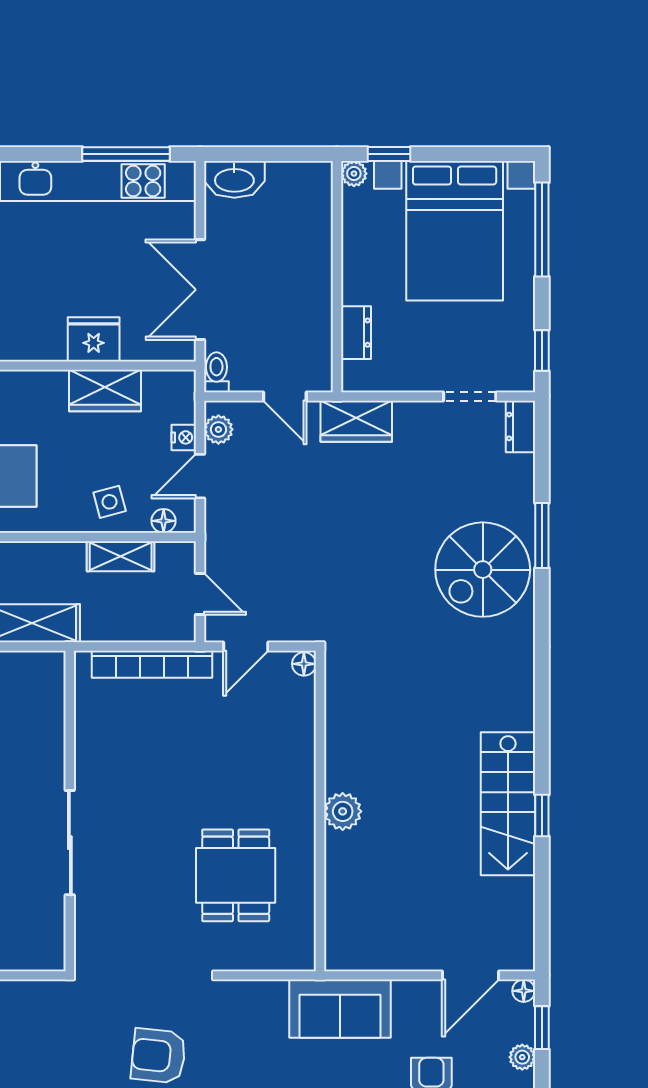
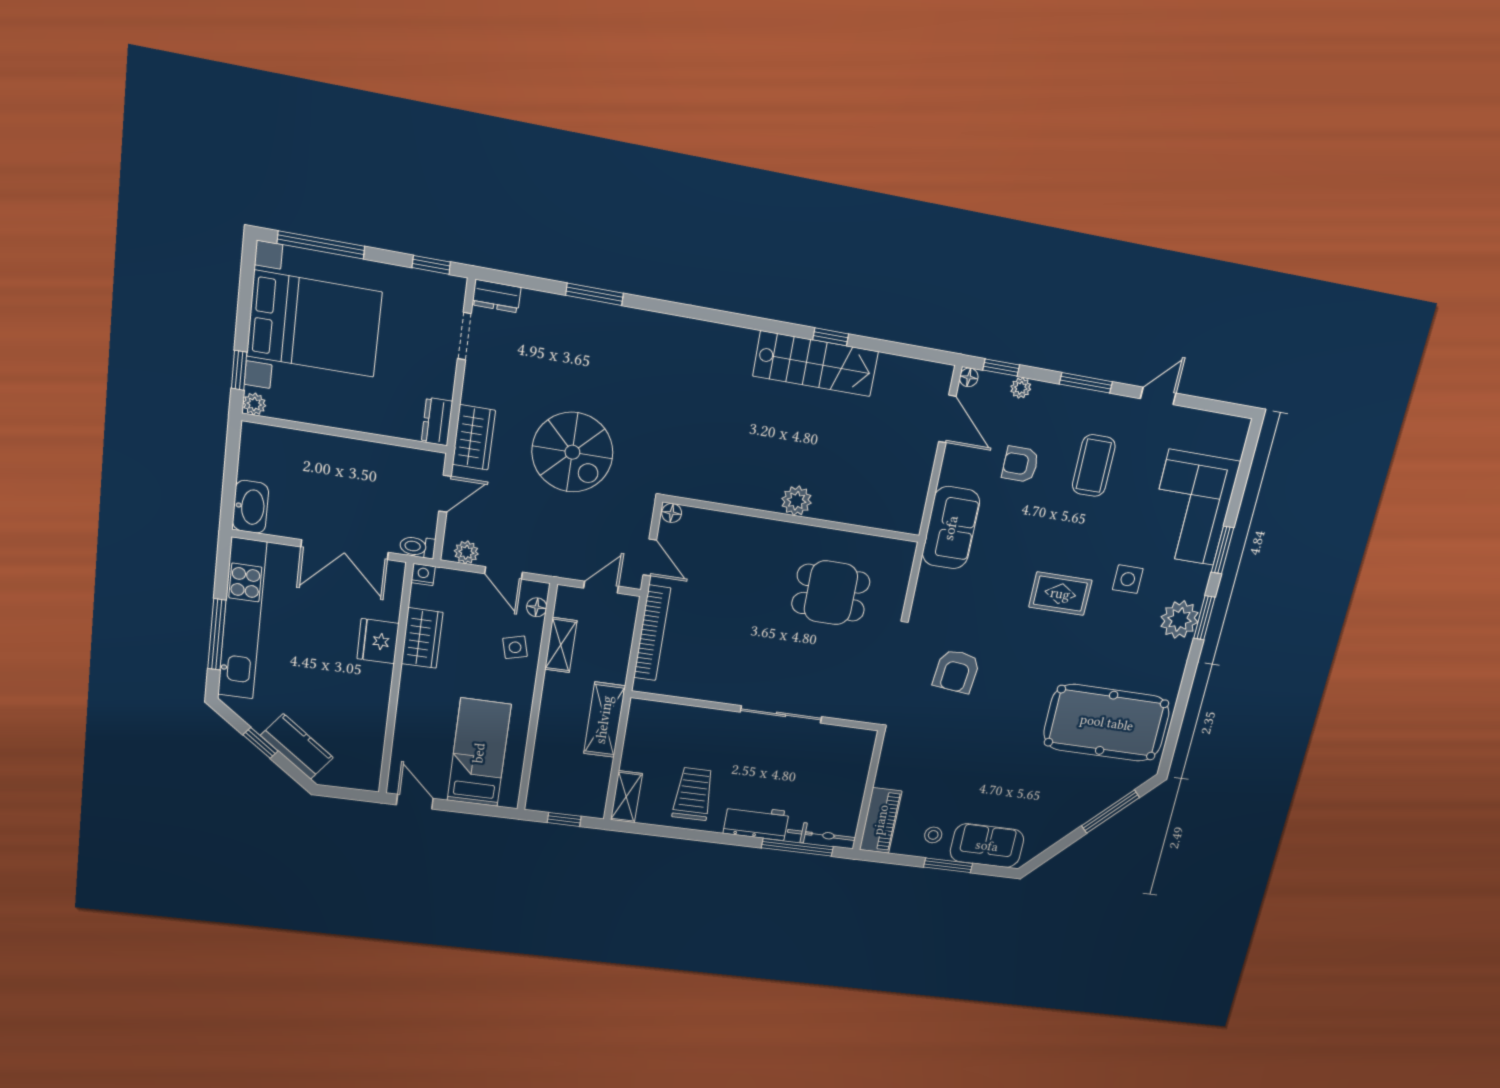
window: (126, 154) -> (217, 634), moved
dresser: (356, 333) -> (437, 422), moved, turned -90
nightstand: (184, 437) -> (423, 575), moved
spiral stairs: (483, 570) -> (572, 452), moved

